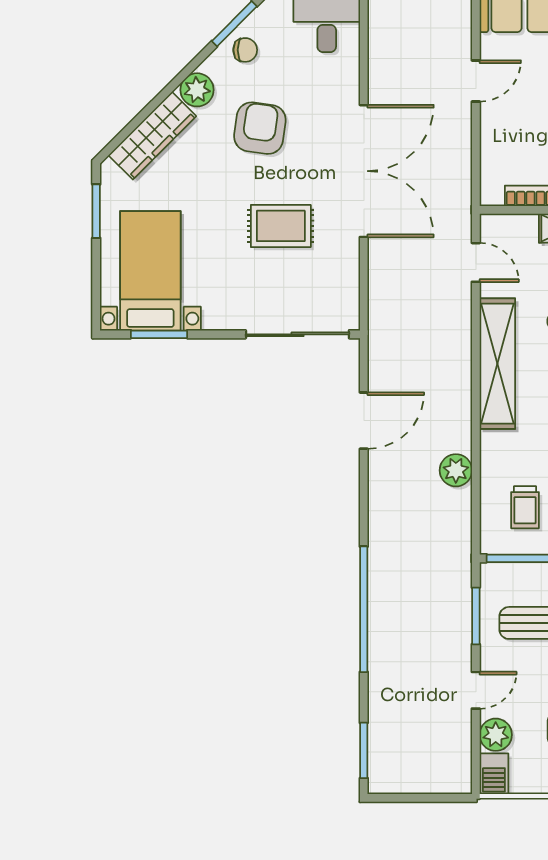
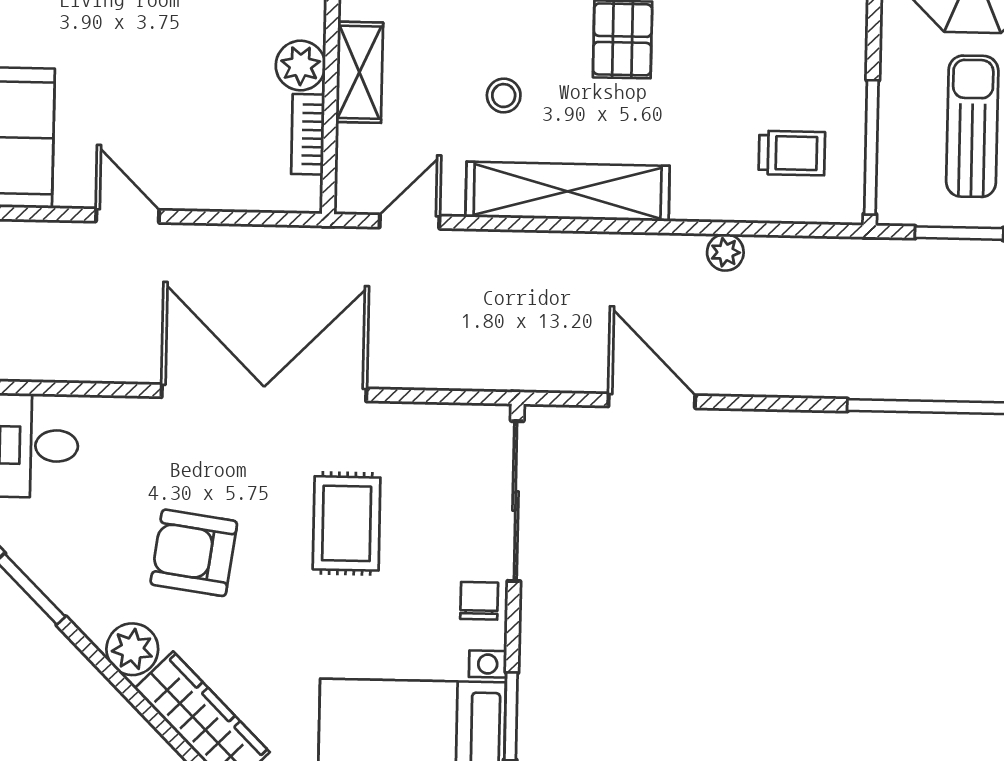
chair: (245, 50) -> (479, 601), moved
plant: (456, 470) -> (725, 252), width x0.73, depth x0.73

